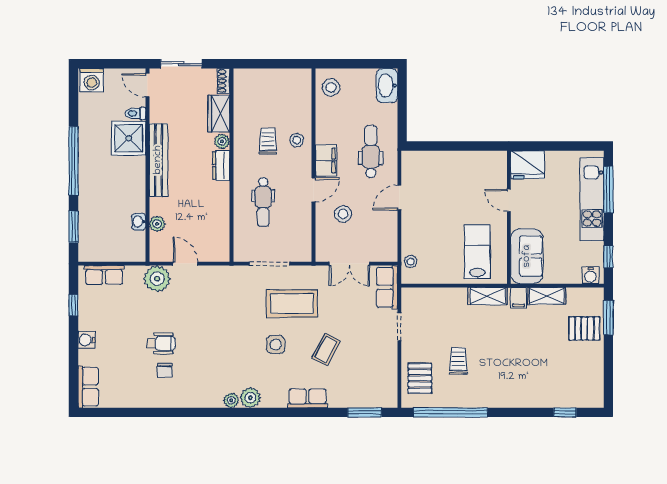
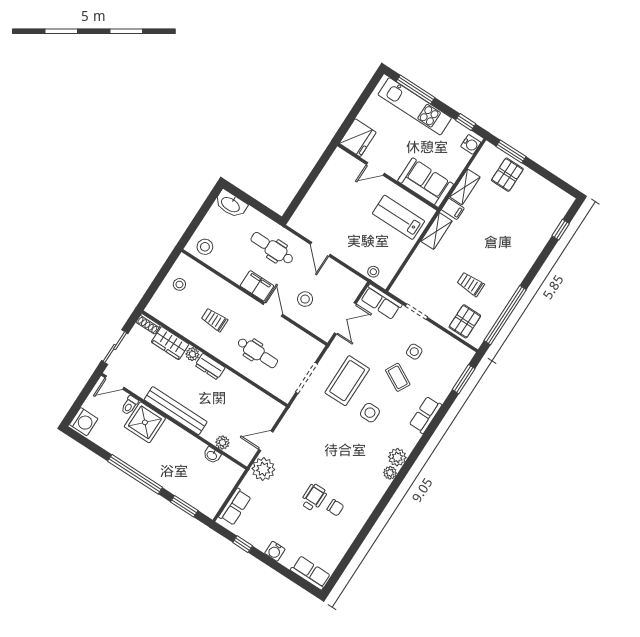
stool: (297, 140) -> (179, 284), moved
side table: (360, 349) -> (414, 352), added
pallet: (420, 378) -> (465, 321), turned 90

